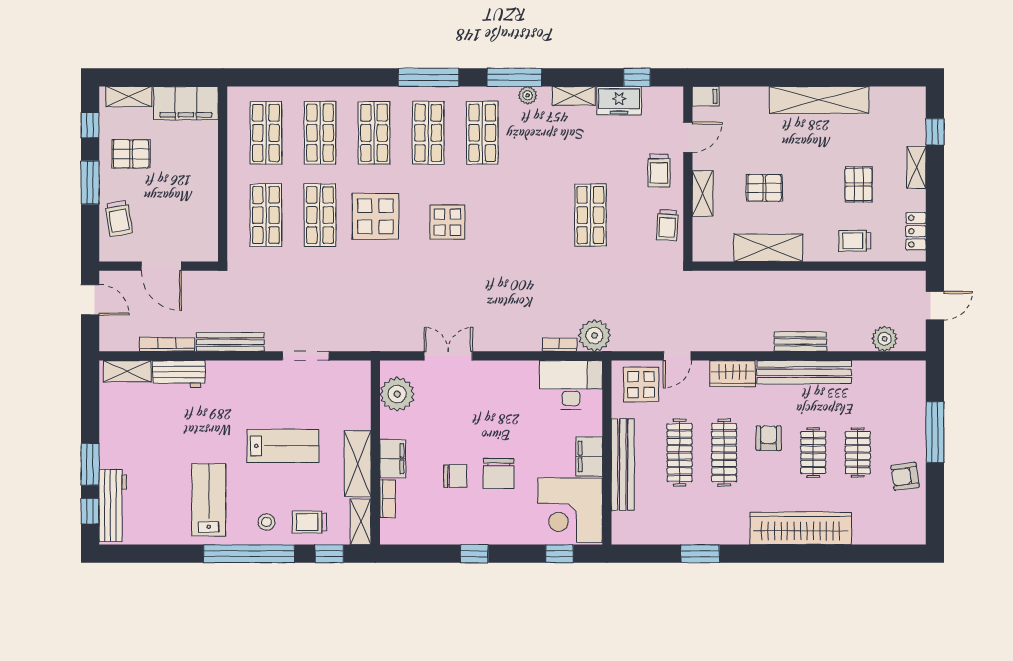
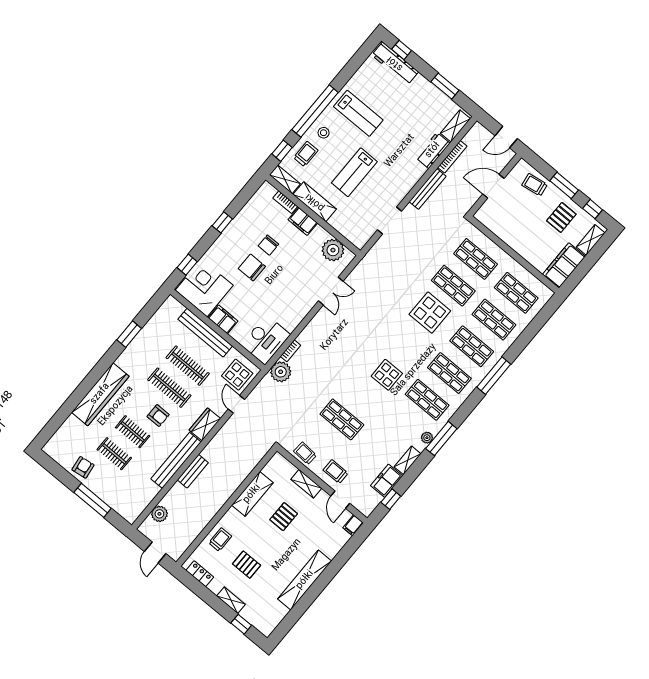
window: (429, 77) -> (494, 376), moved
display table: (447, 222) -> (387, 375), moved
window: (90, 464) -> (445, 86), moved

